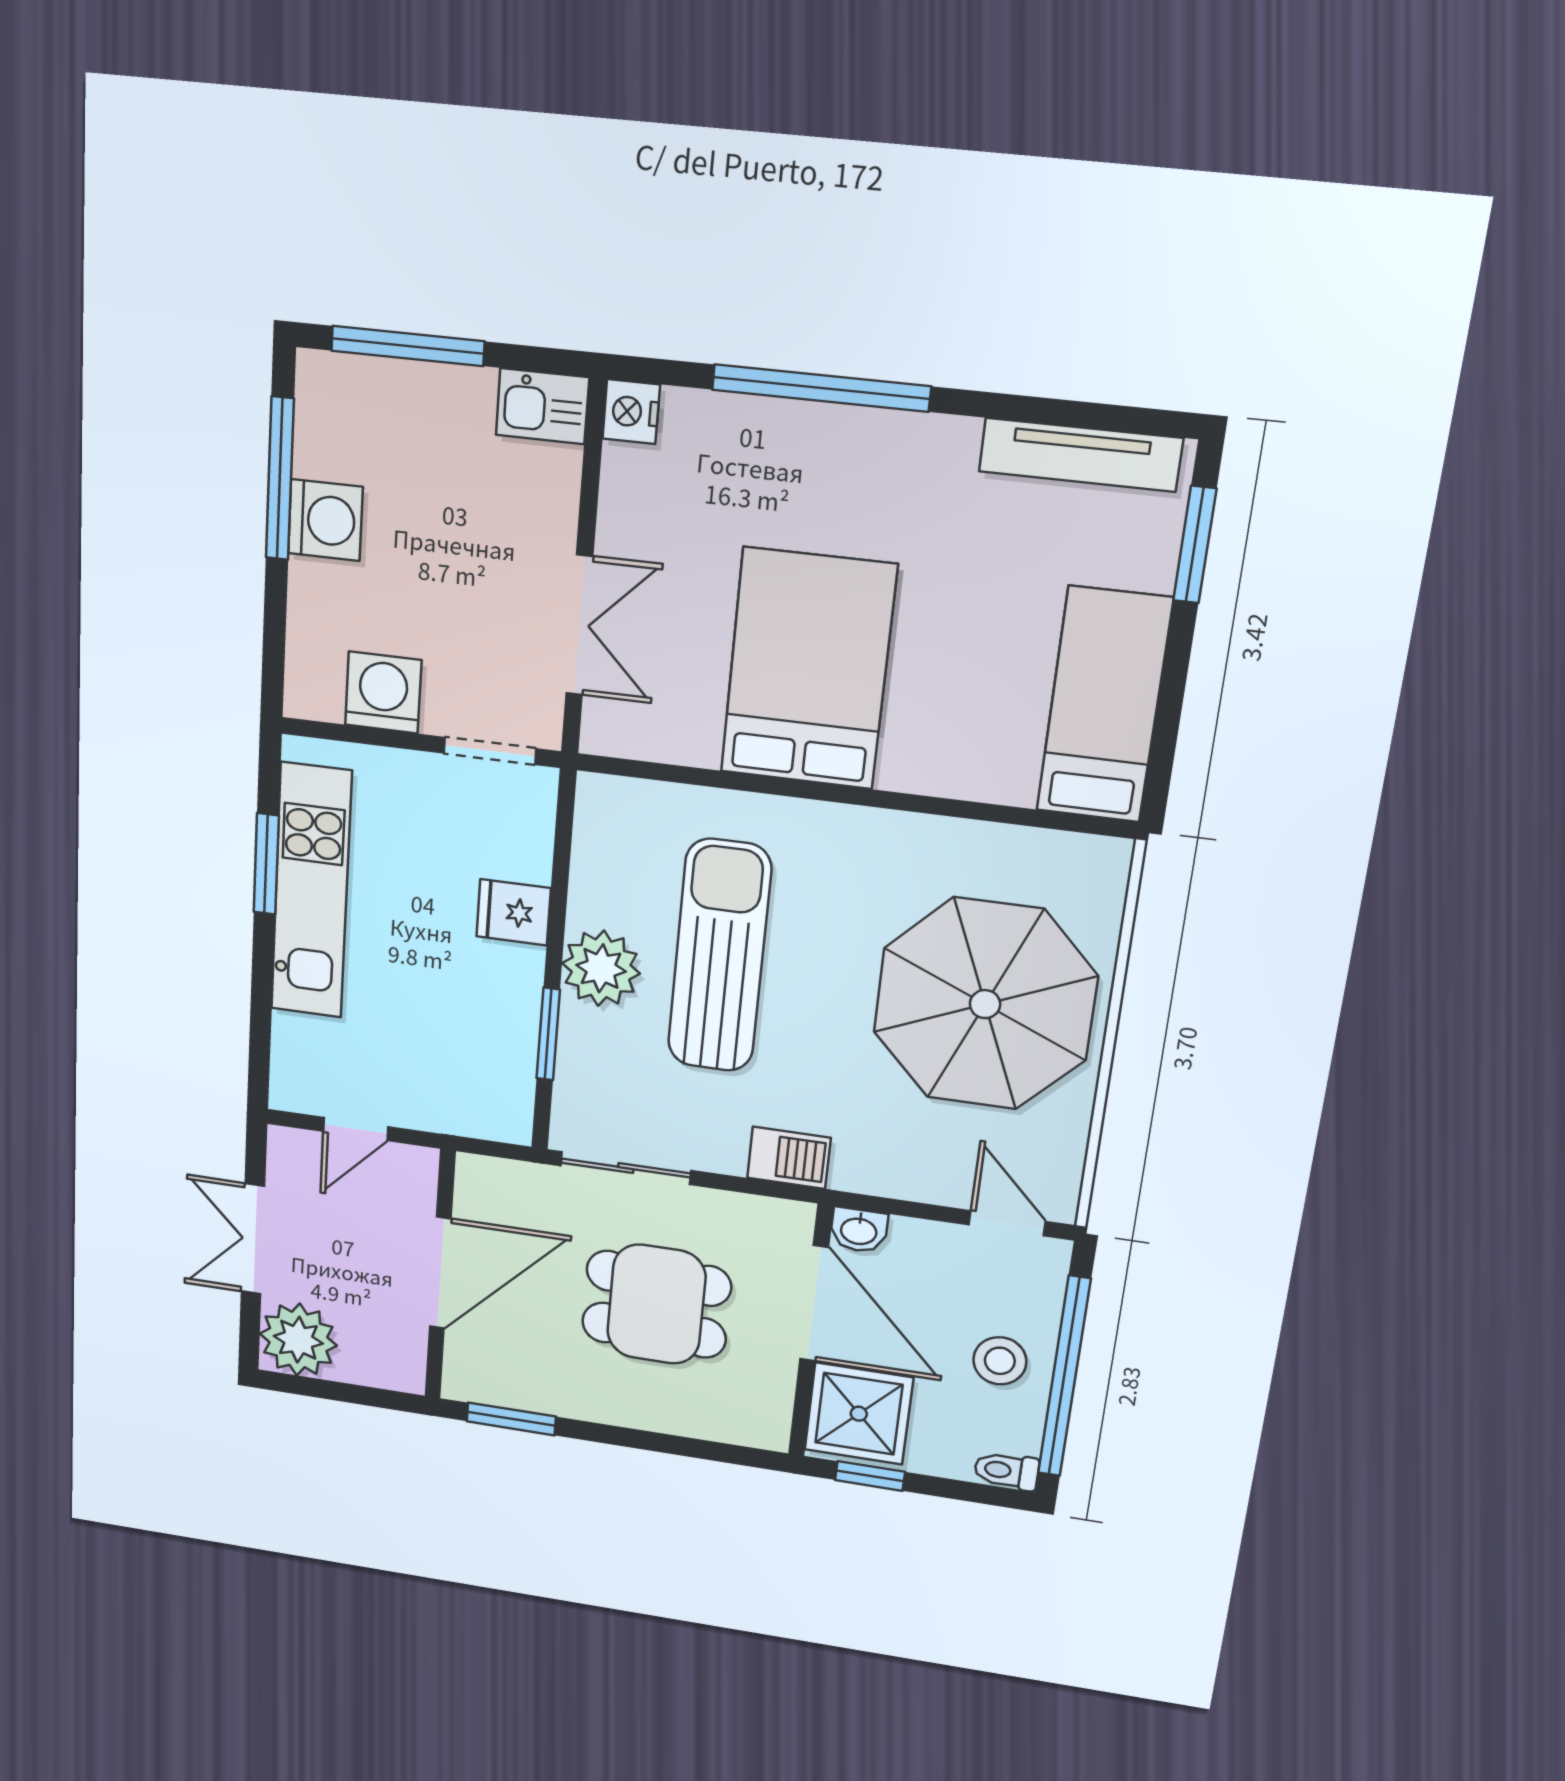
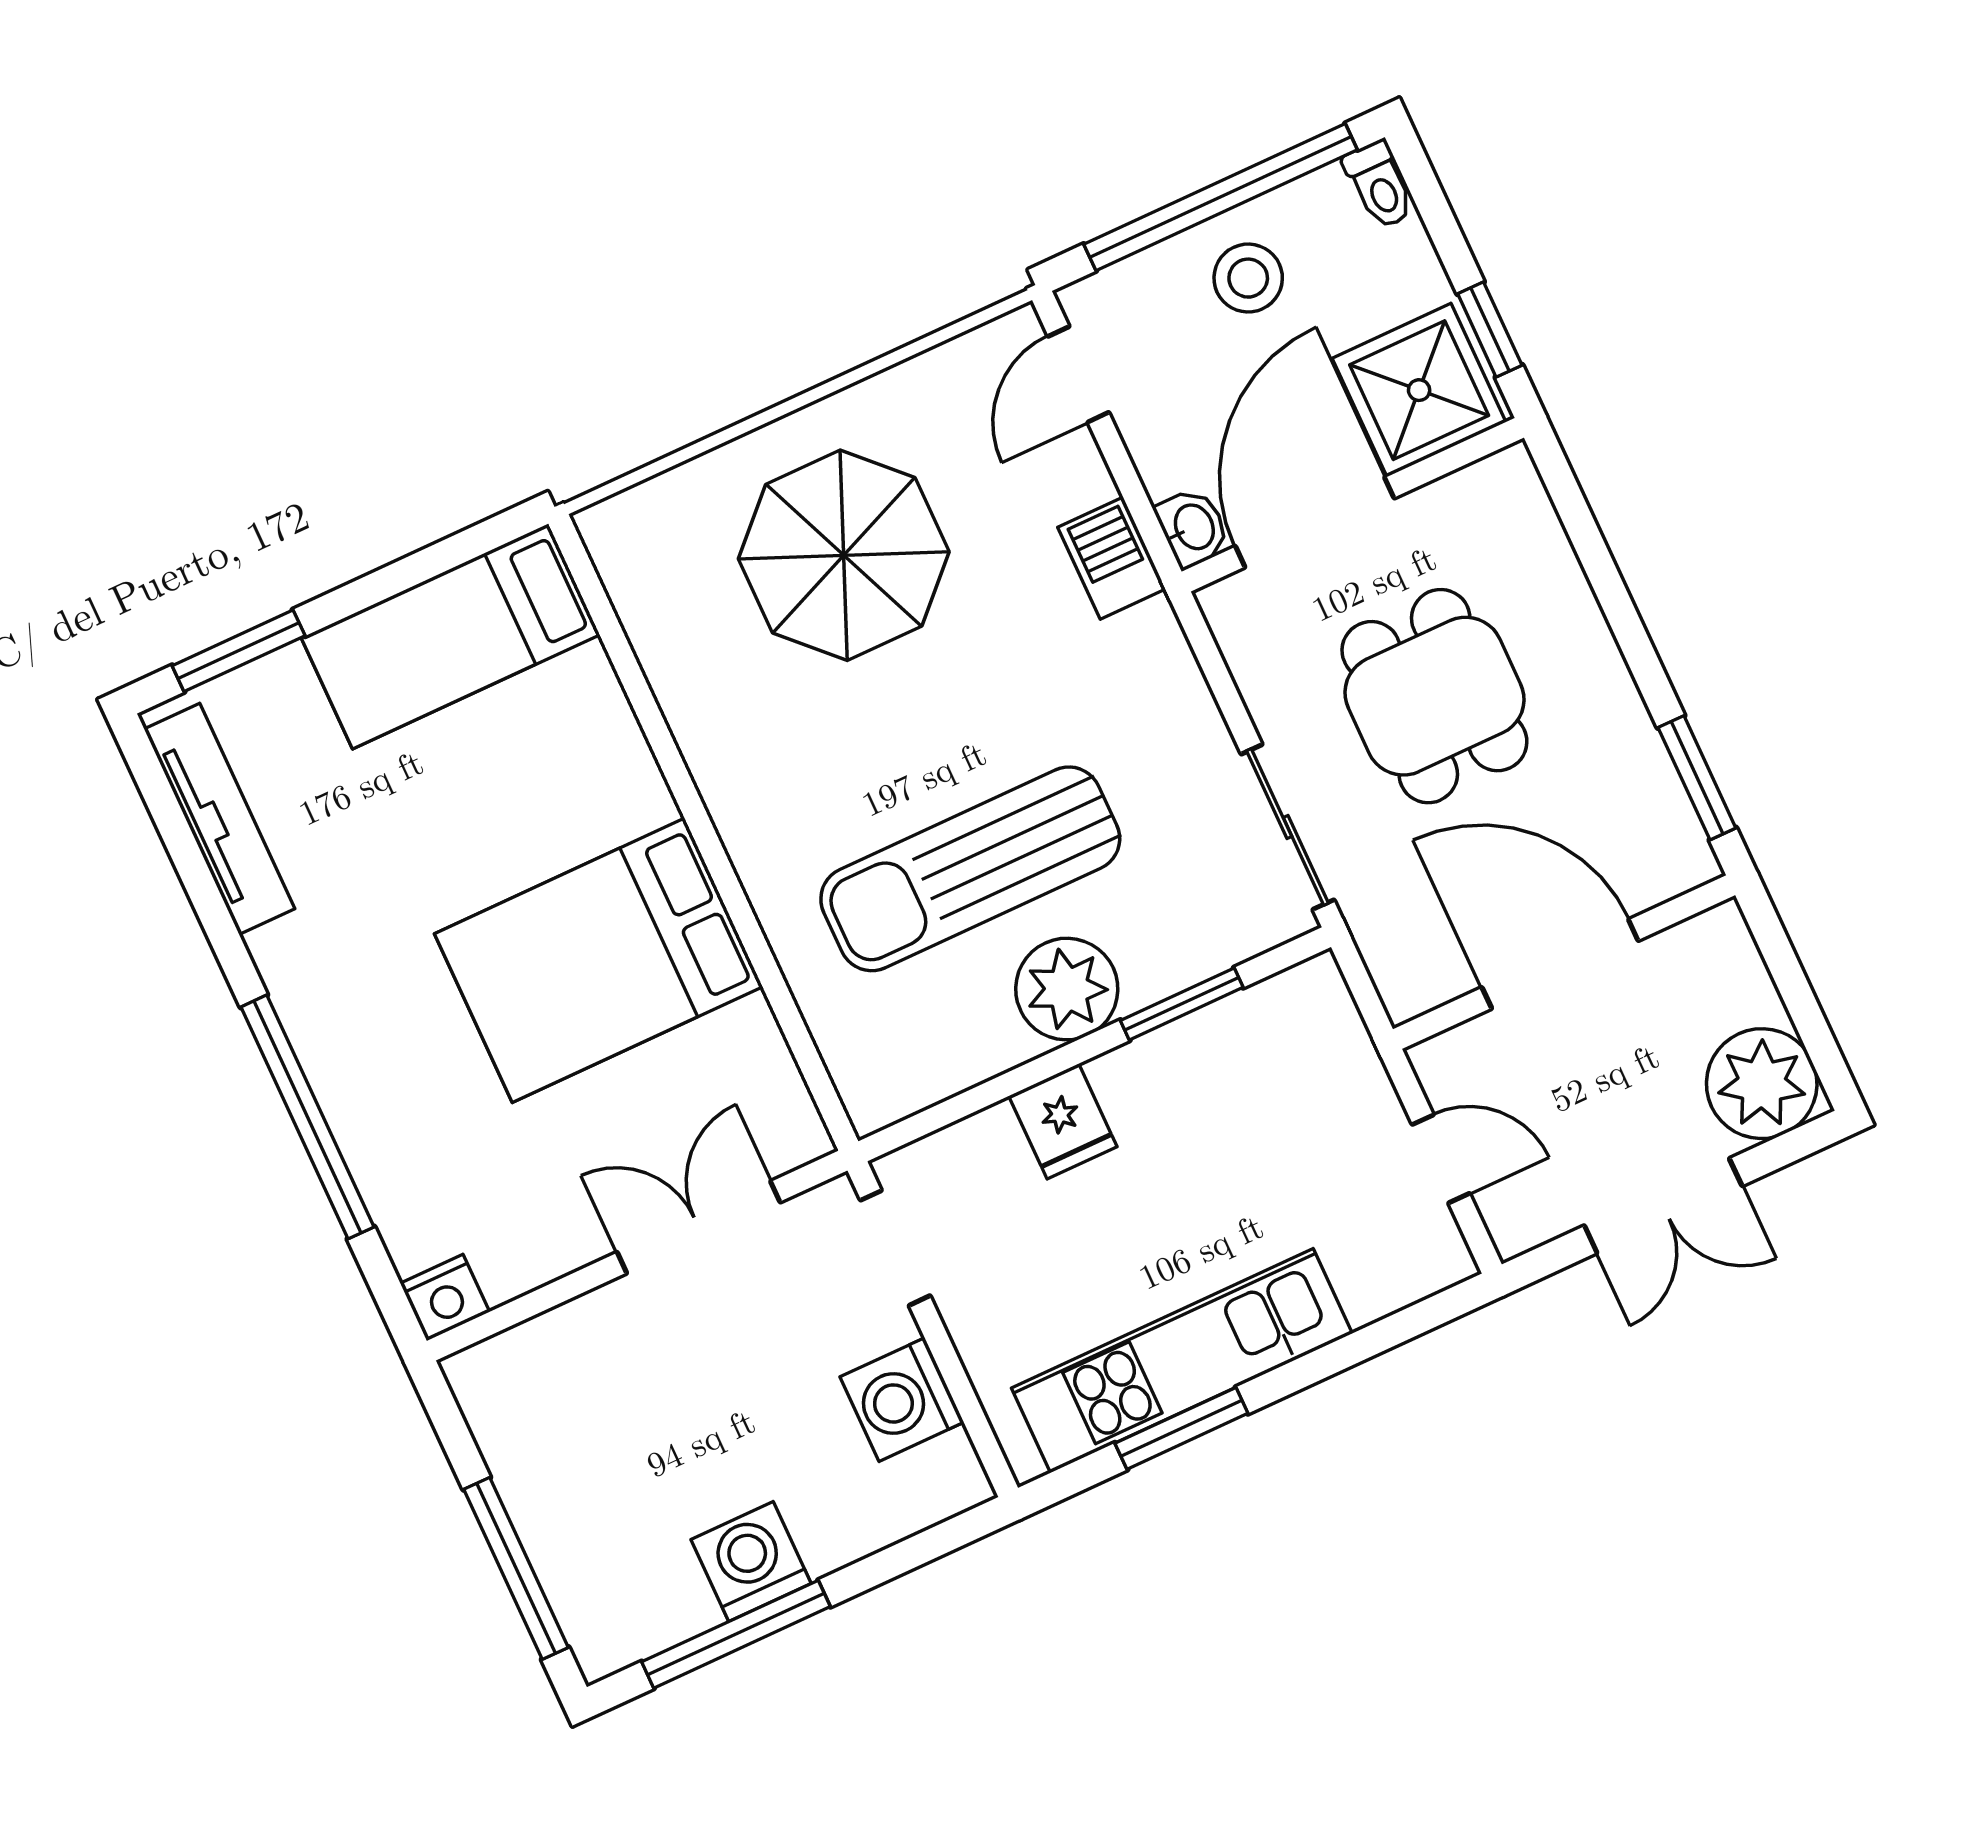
kitchen sink: (542, 406) -> (494, 1393), removed
parasol: (985, 1004) -> (844, 555), width x0.73, depth x0.73
barbecue: (789, 1158) -> (1112, 558), moved

